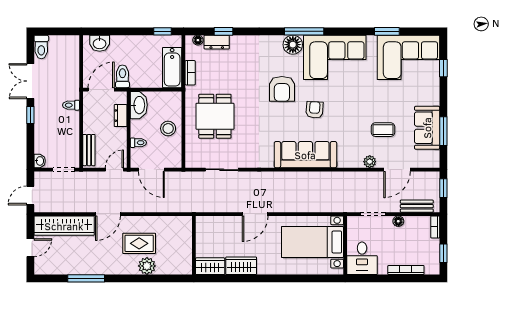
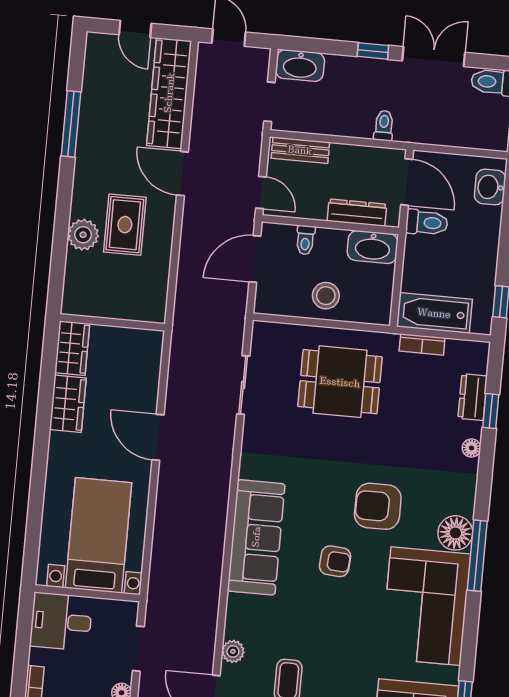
floor lamp: (198, 40) -> (471, 448), moved
dresser: (121, 116) -> (357, 213), width x1.44
washbasin: (40, 161) -> (300, 66), width x1.91, depth x1.45

